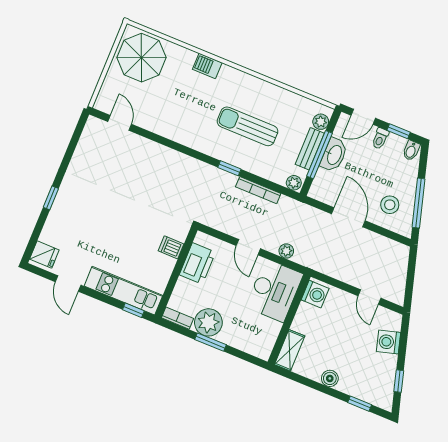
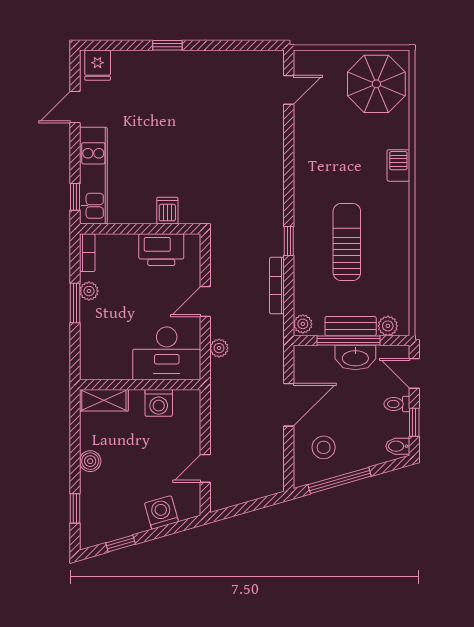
washing machine: (315, 294) -> (159, 403), moved
plant: (208, 322) -> (89, 291), width x0.53, depth x0.53

